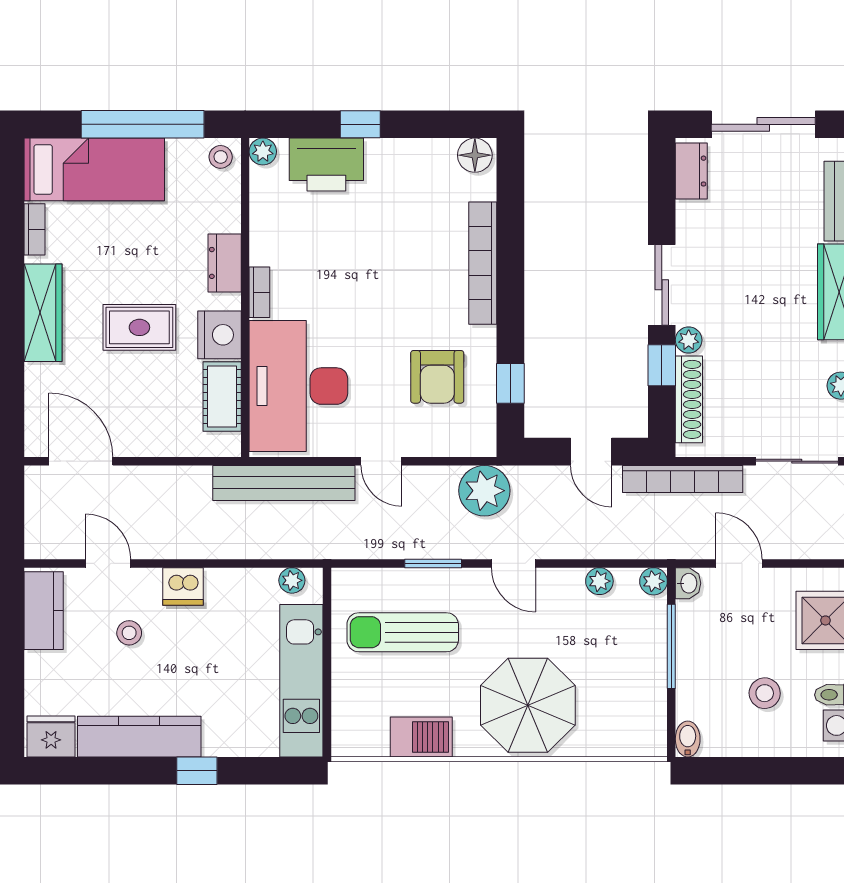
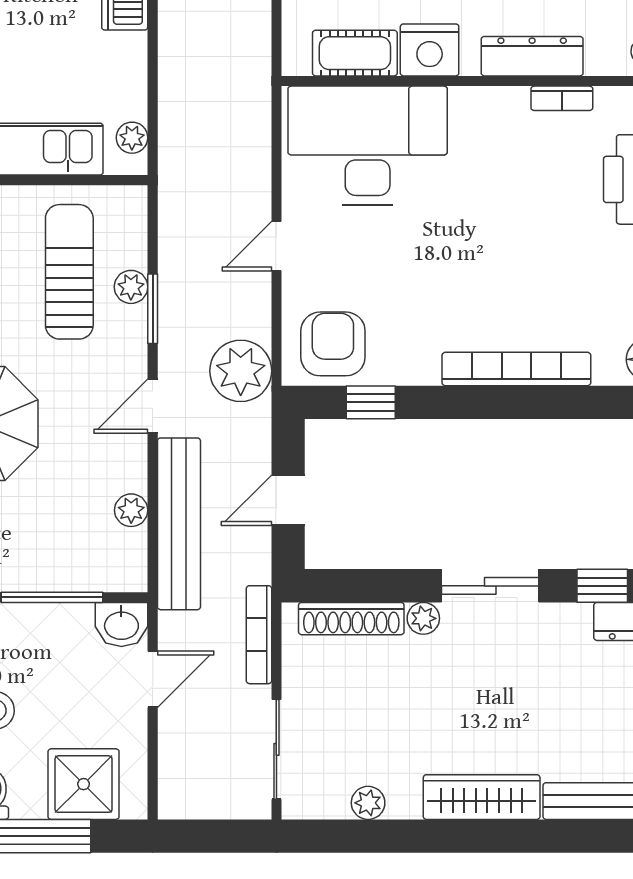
dresser: (225, 263) -> (532, 56), width x1.44
bookcase: (259, 292) -> (562, 98), moved
window: (662, 365) -> (602, 586), moved
armchair: (437, 377) -> (333, 344), moved, turned 90
bookcase: (683, 479) -> (259, 635), width x0.68, depth x0.76
bench: (284, 483) -> (179, 524), moved
plant: (653, 581) -> (131, 287), moved
washbasin: (688, 583) -> (121, 624), width x1.38, depth x1.45

